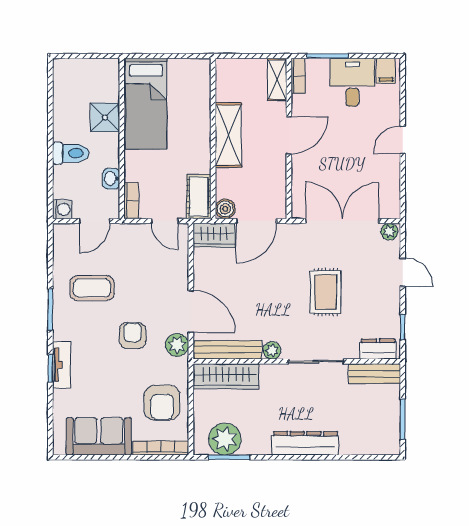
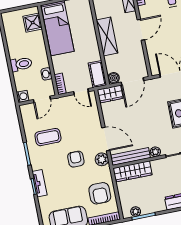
shower: (105, 117) -> (33, 23), moved
plant: (225, 439) -> (136, 212), width x0.53, depth x0.53

